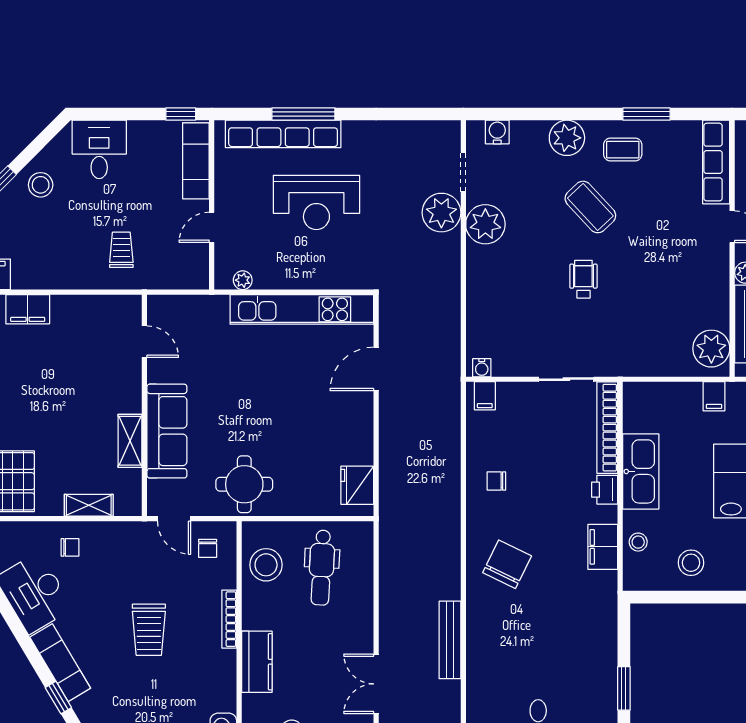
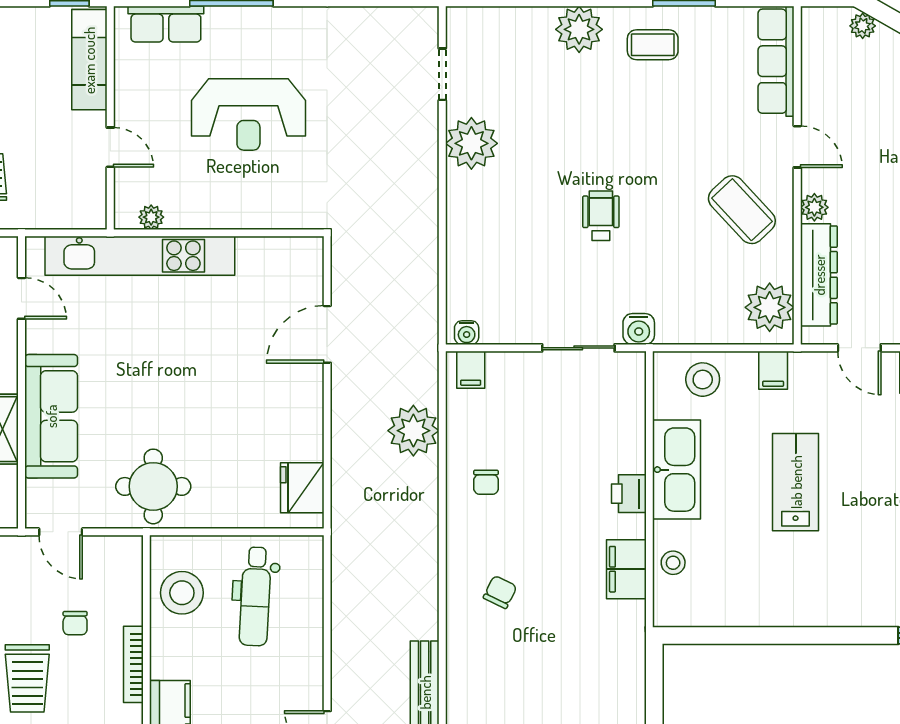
water cooler: (497, 132) -> (639, 329), moved, turned 180
row of seats: (283, 134) -> (166, 24), width x0.50
coffee table: (590, 207) -> (742, 210), moved
plant: (441, 213) -> (413, 431), moved
door: (212, 227) -> (110, 147), swing flipped
kitchen unit: (302, 309) -> (140, 256), moved
bookcase: (607, 428) -> (632, 412), removed
chair: (496, 481) -> (486, 482), turned -90
chair: (208, 548) -> (75, 623), moved
stool: (691, 563) -> (703, 380), moved
chair: (507, 564) -> (500, 592), width x0.54, depth x0.54

